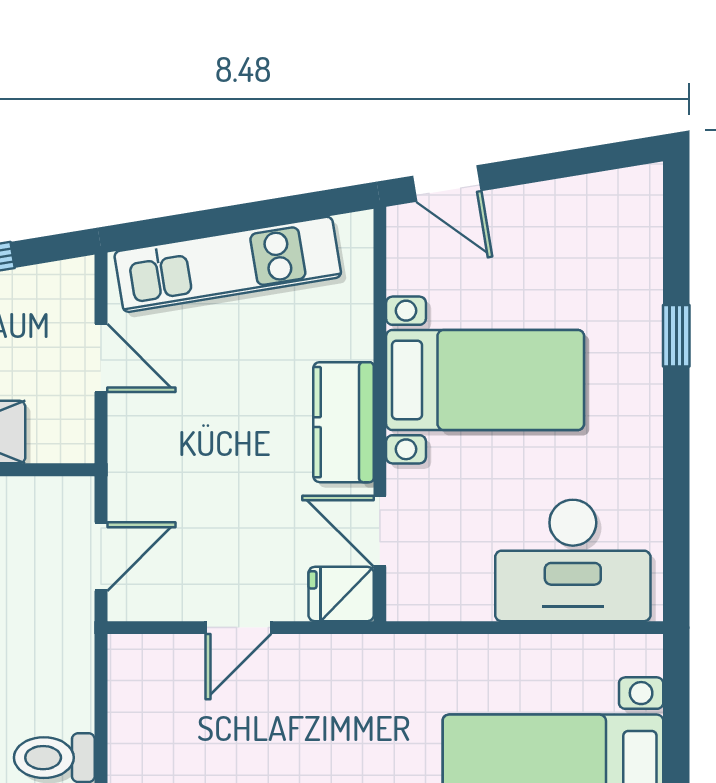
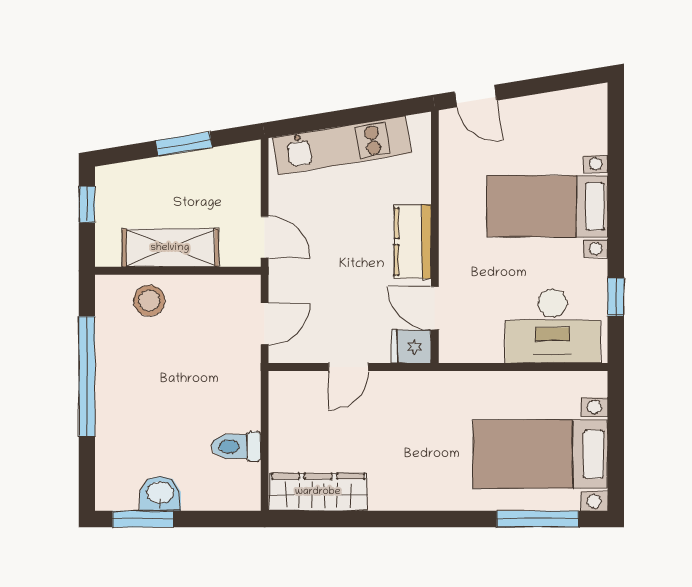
window: (676, 336) -> (616, 297), moved
door: (101, 358) -> (265, 237), moved
bed with nightstands: (485, 380) -> (547, 206), moved, turned 180

